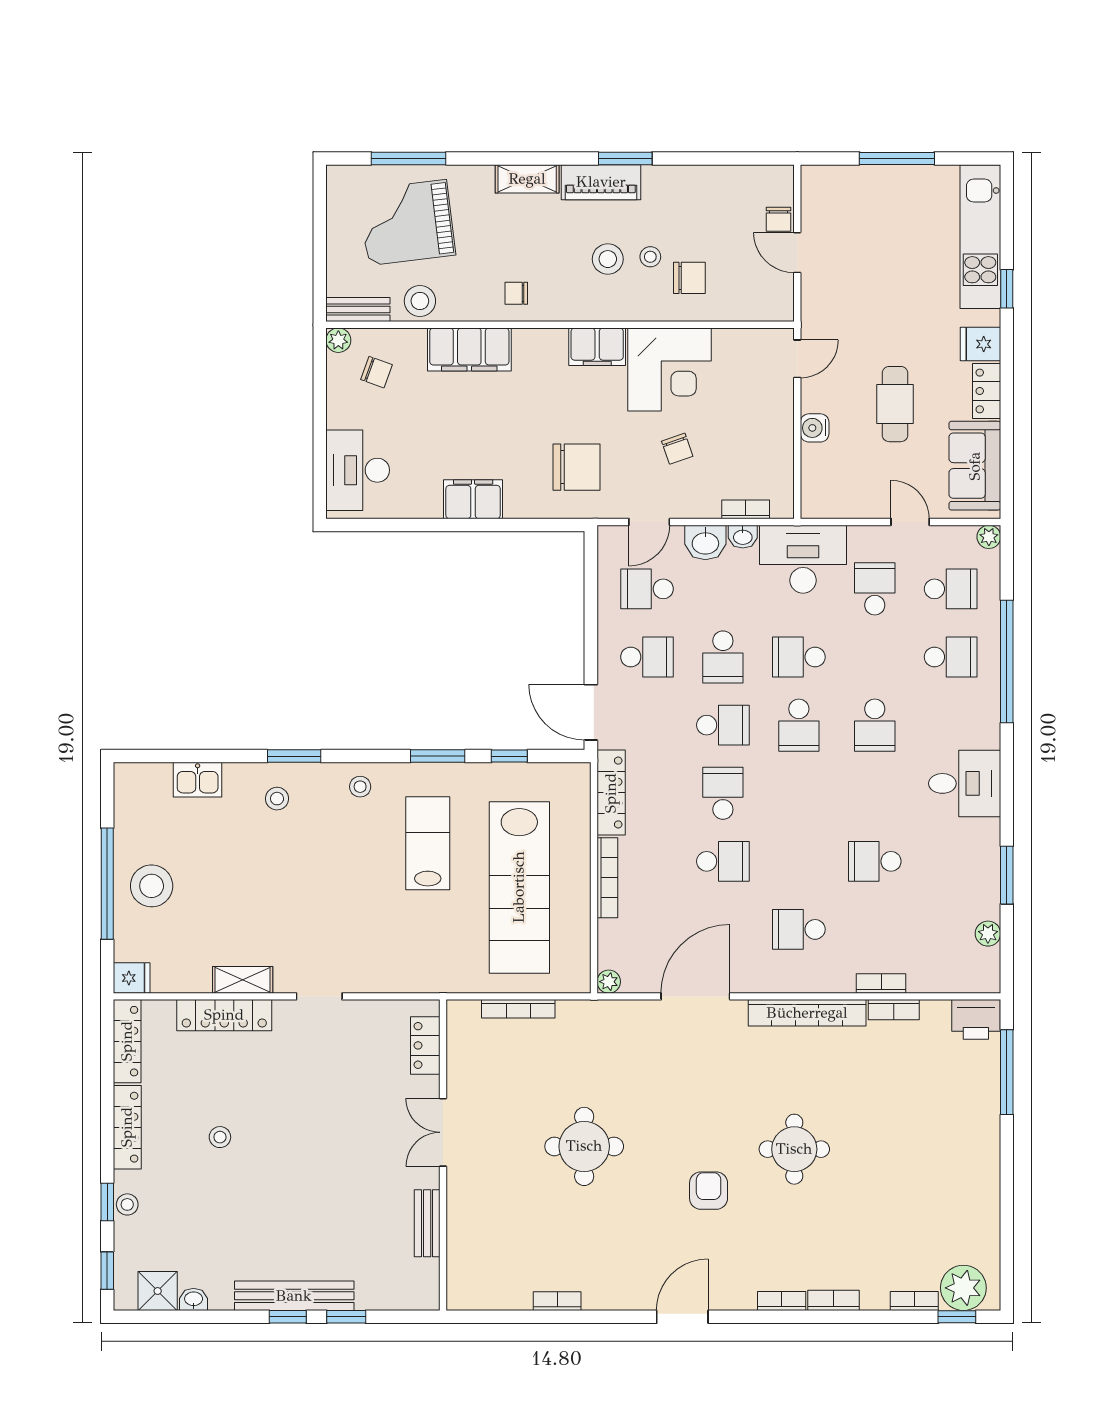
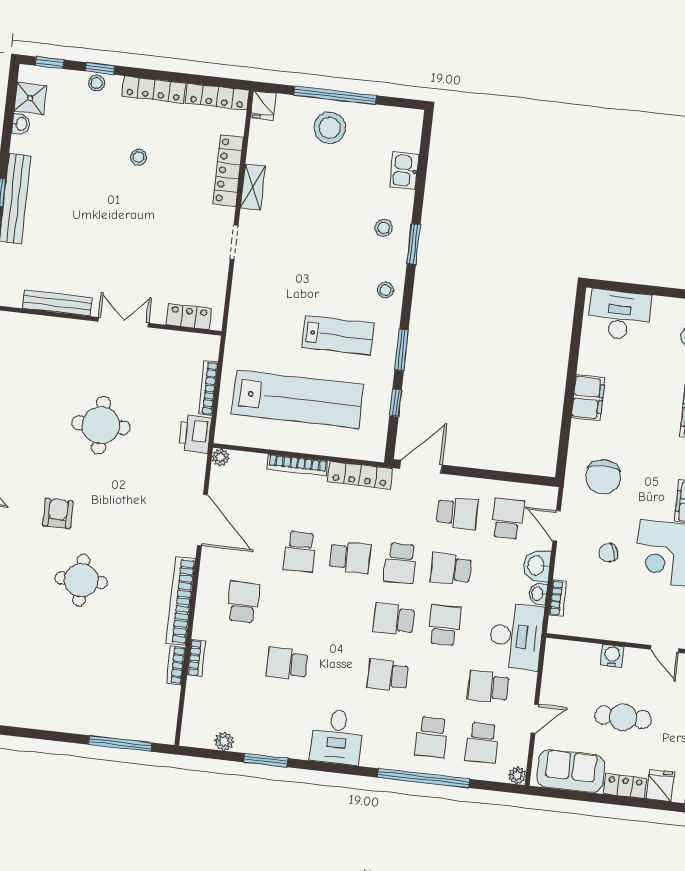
school desk: (875, 589) -> (488, 687), turned 180
school desk: (647, 657) -> (457, 513), turned -90
school desk: (875, 861) -> (287, 664), turned -90
lab bench: (519, 887) -> (298, 399), turned 180
printer: (976, 1019) -> (195, 434), moved
armchair: (709, 1191) -> (58, 513), turned -90
bench: (427, 1223) -> (57, 303), width x1.36

